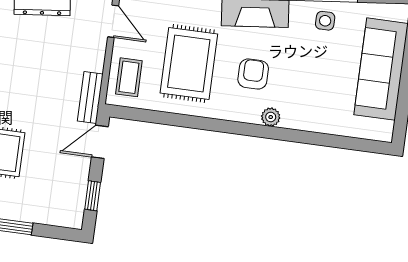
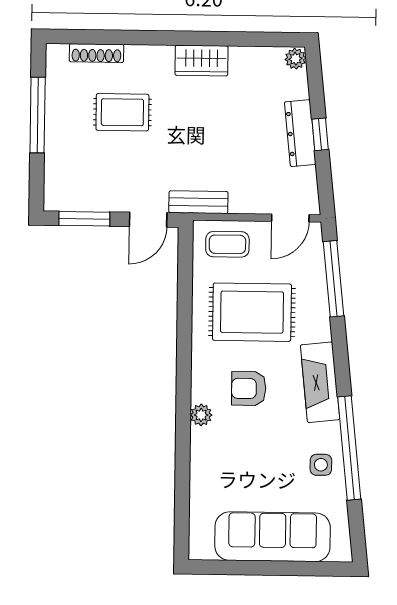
armchair: (253, 74) -> (249, 388), turned 180
door: (100, 142) -> (148, 220), swing flipped
window: (93, 196) -> (84, 219), width x1.50

